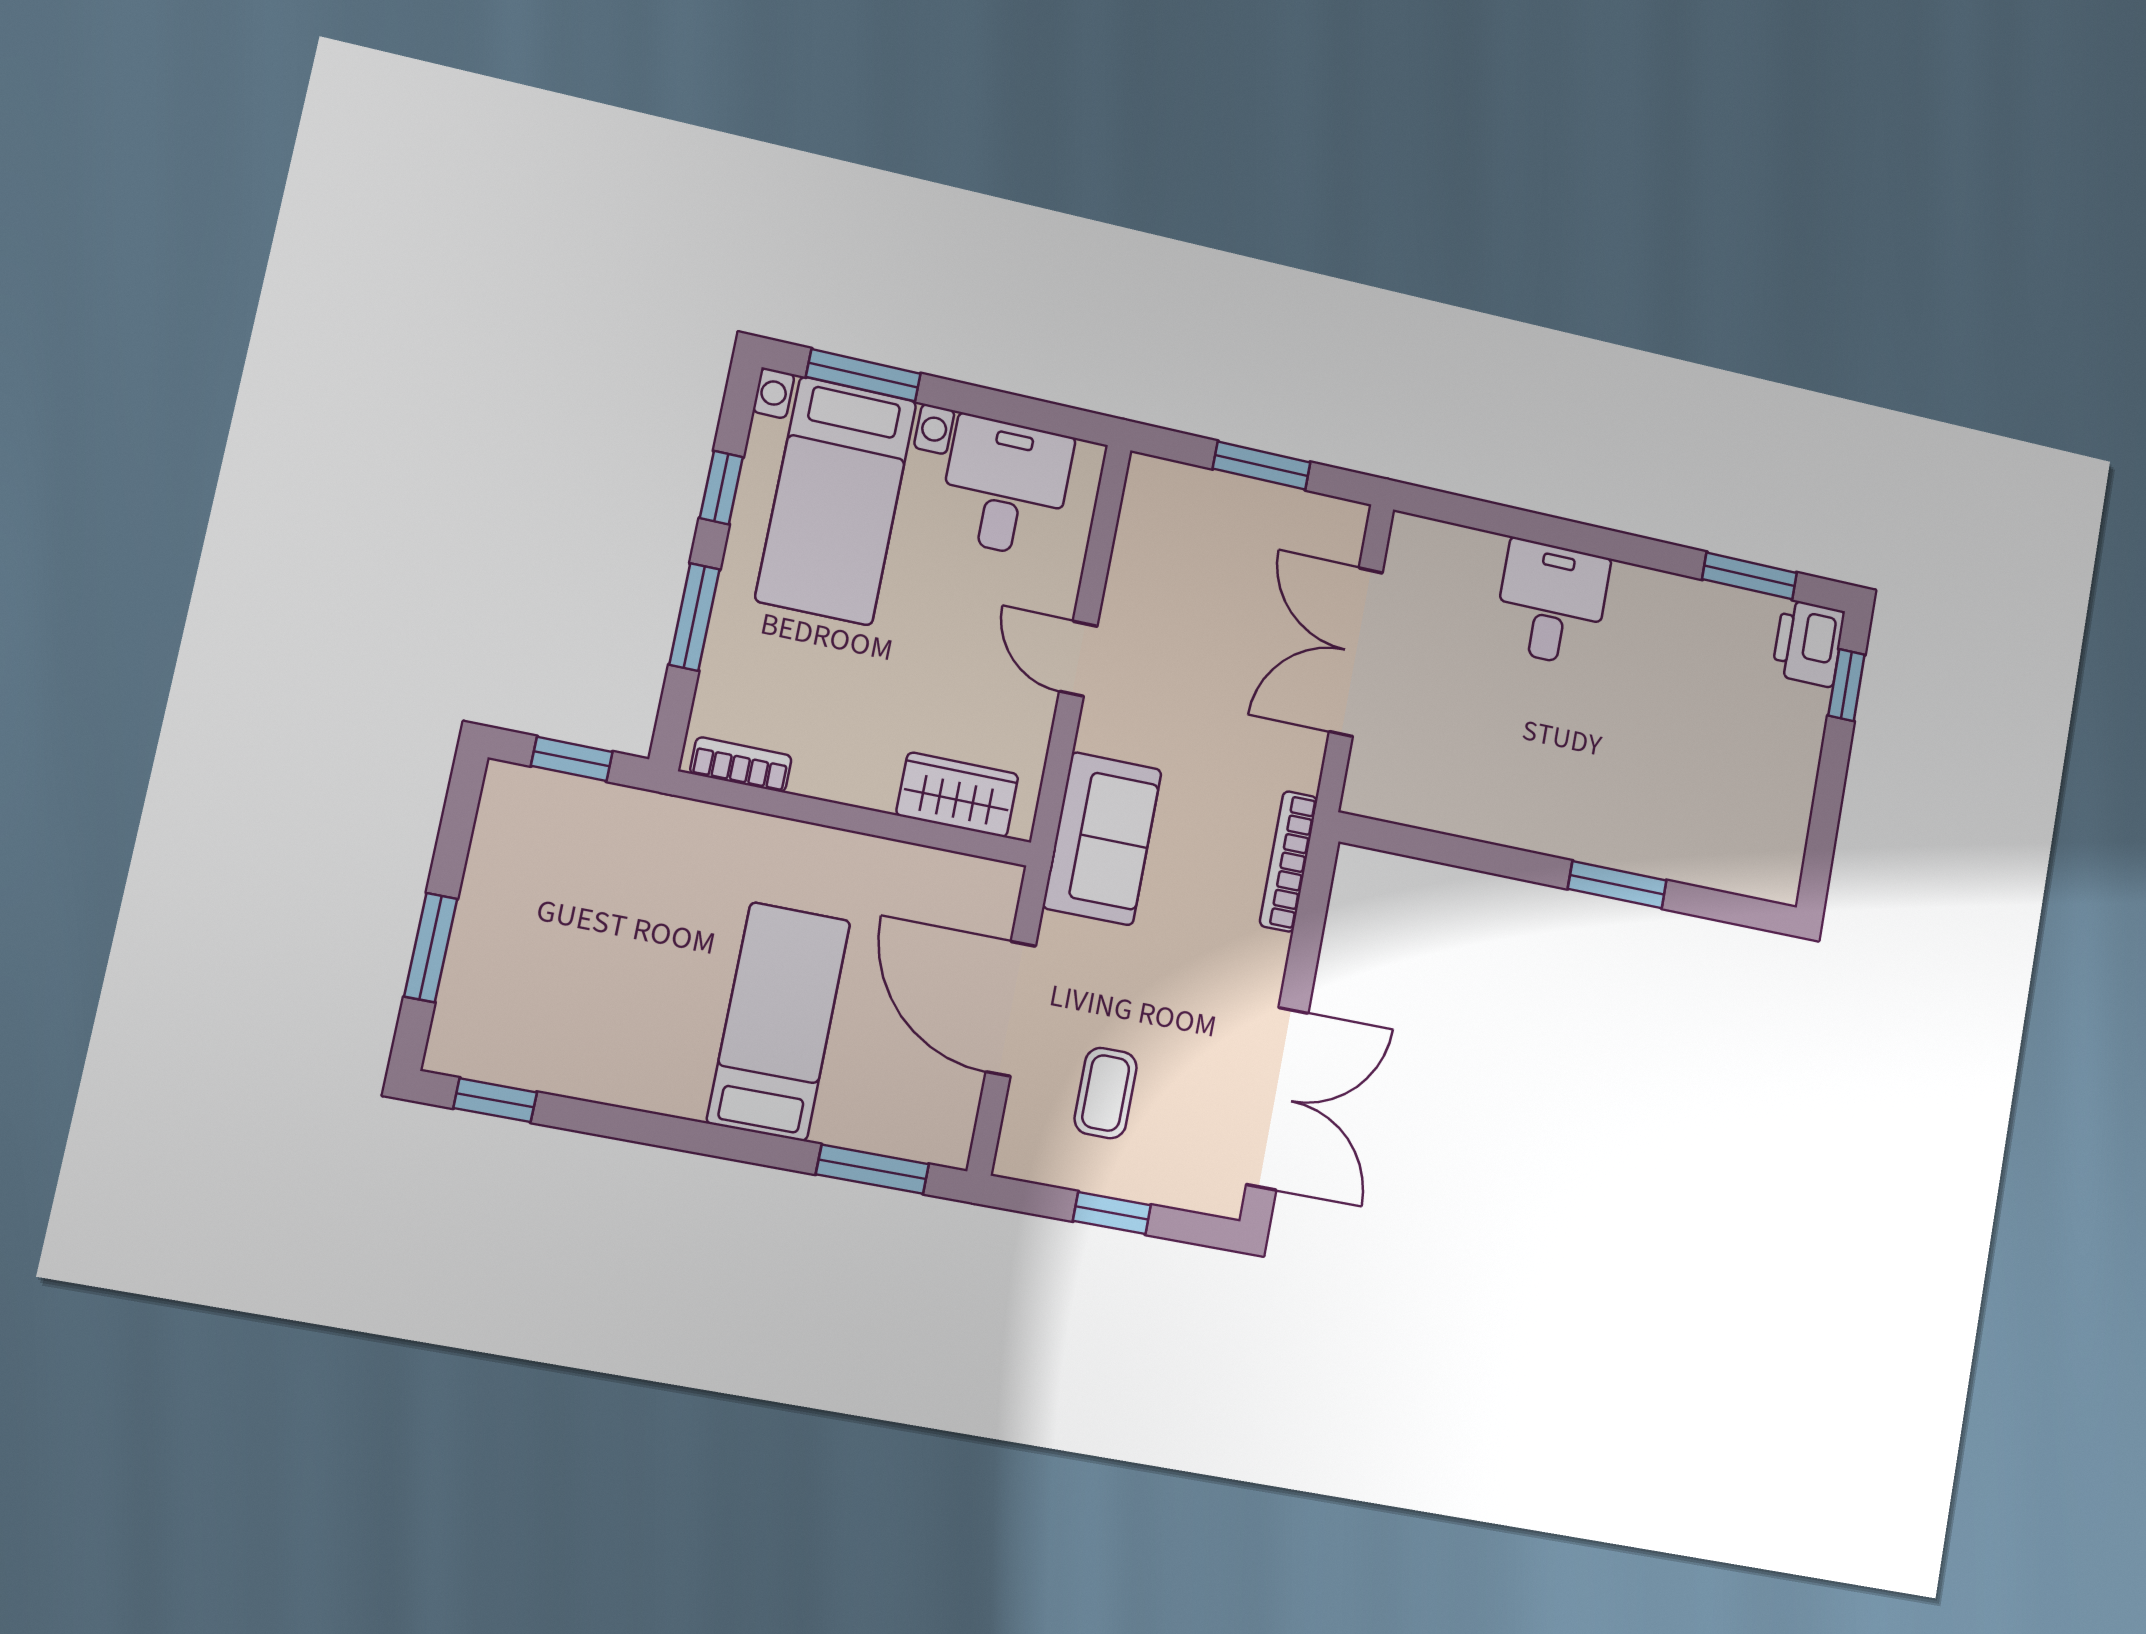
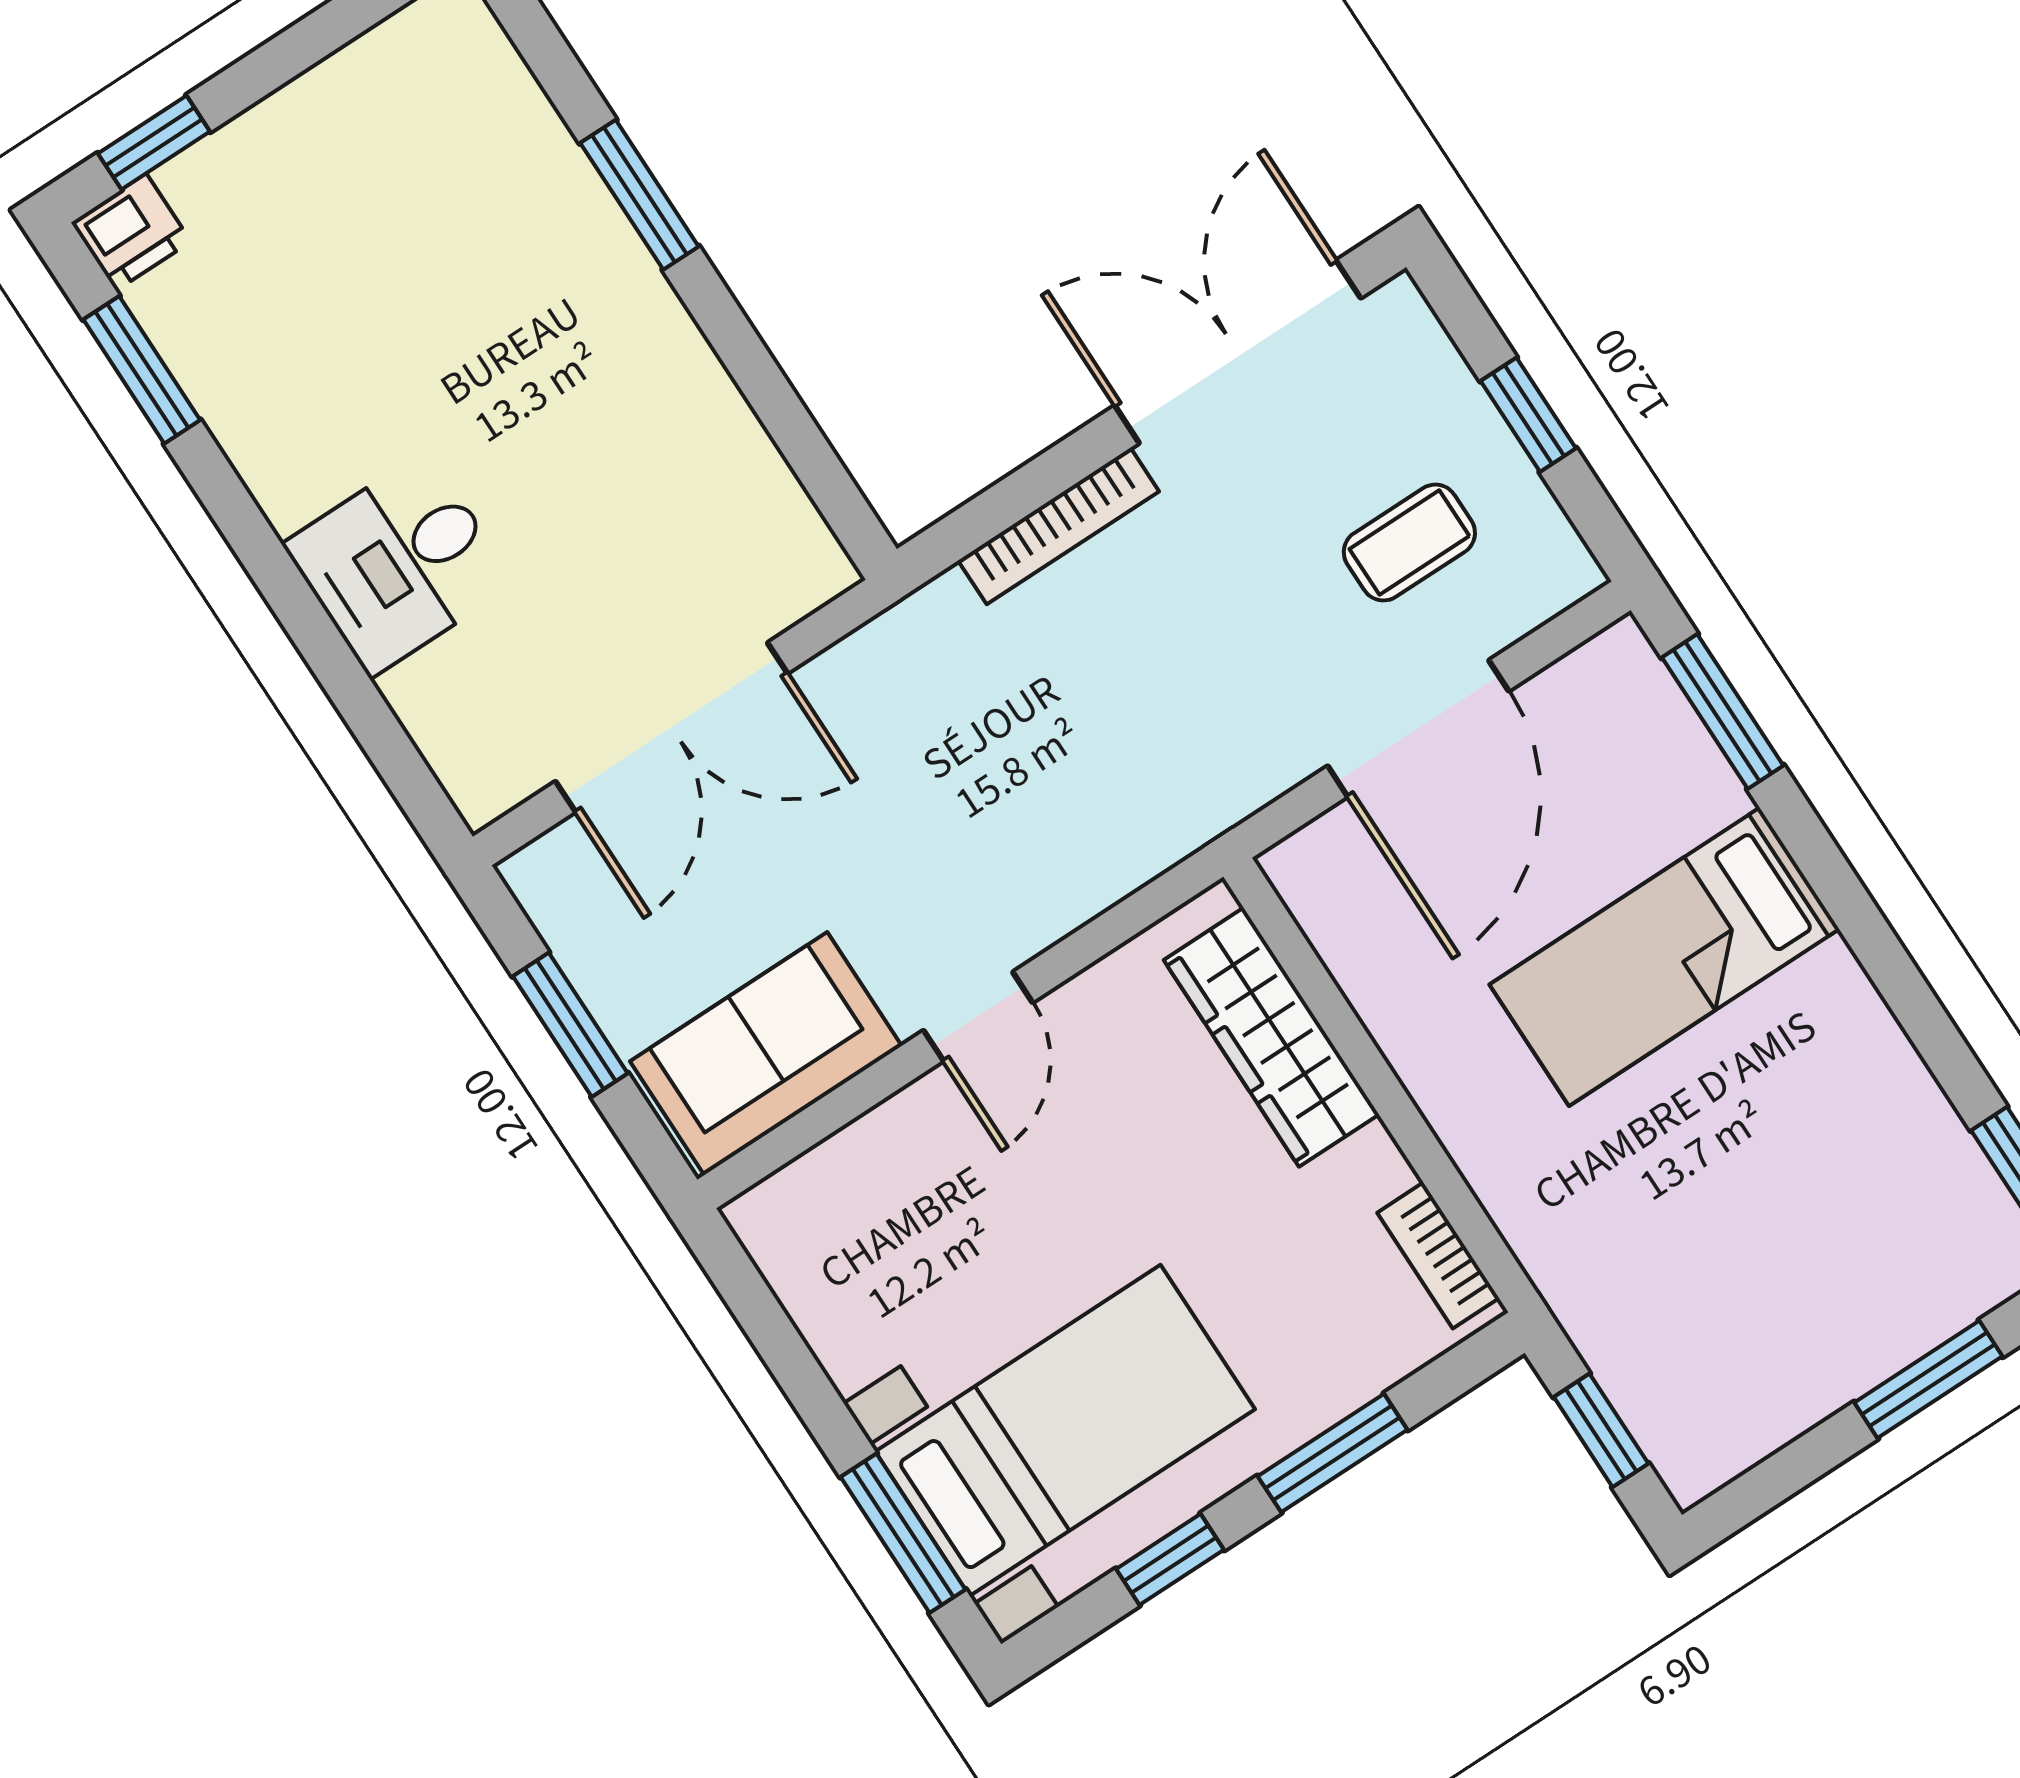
desk: (1006, 487) -> (871, 1271), removed
printer: (1808, 643) -> (131, 232), width x0.73, depth x0.81
wardrobe: (957, 795) -> (1271, 1037), width x1.50
sofa: (1102, 839) -> (766, 1054), moved
bookcase: (1289, 861) -> (1059, 526), moved

